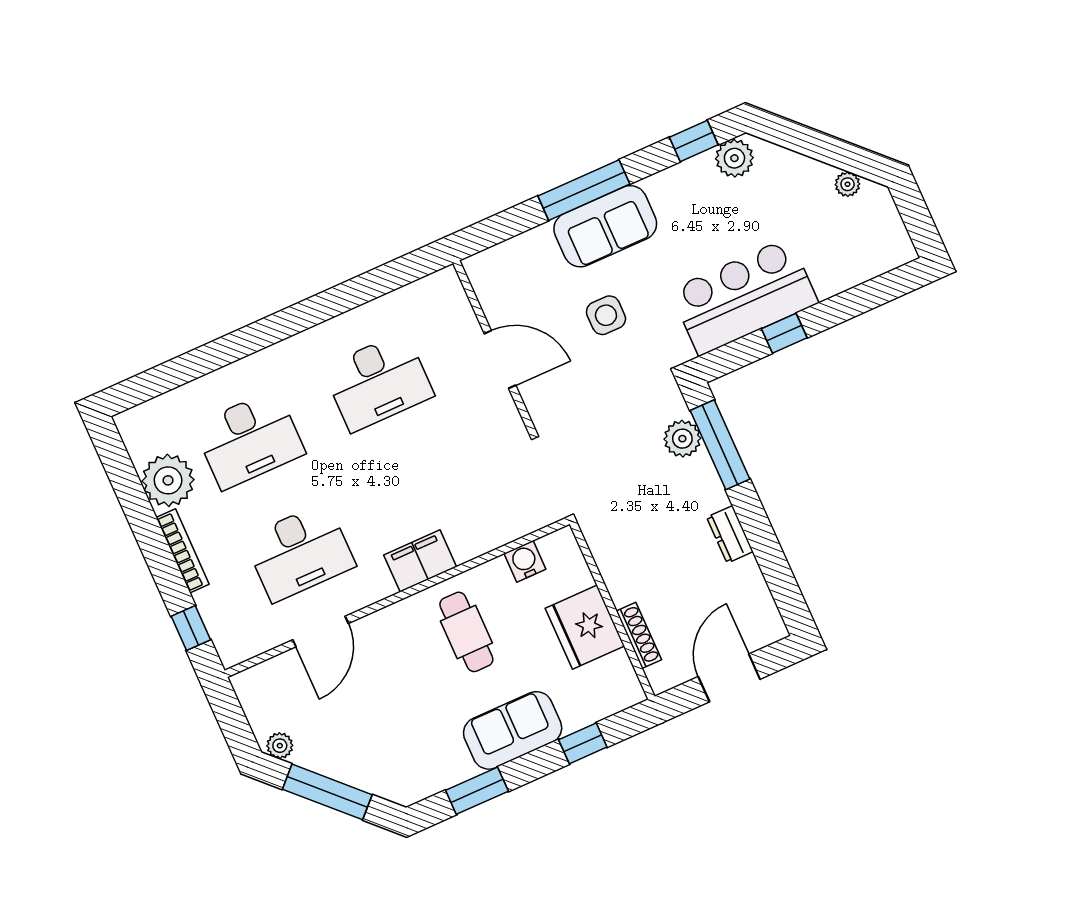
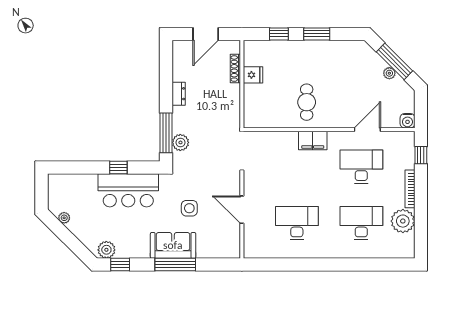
water cooler: (525, 561) -> (407, 121), moved
fridge: (585, 627) -> (253, 75), width x0.53, depth x0.75
sofa: (513, 730) -> (306, 52), removed
plant: (280, 746) -> (389, 73), moved
window: (477, 791) -> (317, 34), moved

